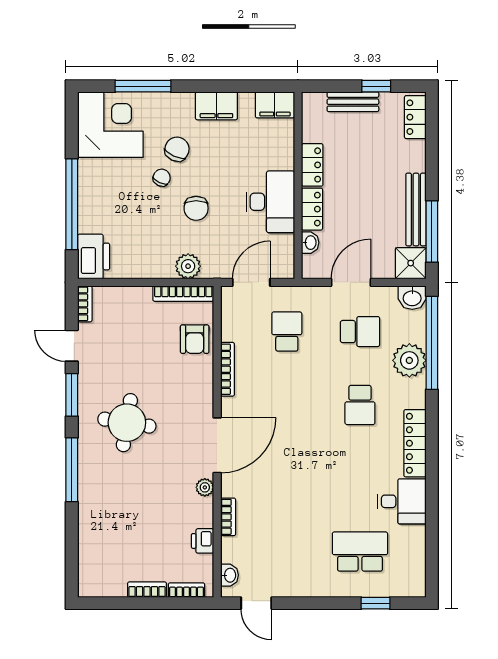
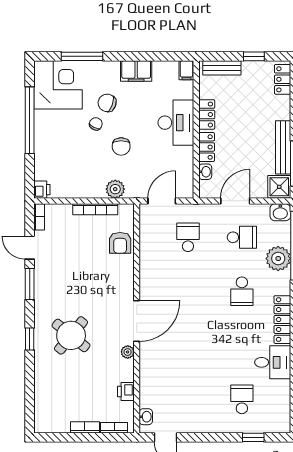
bench: (353, 102) -> (222, 68), moved
filing cabinet: (275, 105) -> (186, 70), width x0.50
chair: (177, 149) -> (107, 103), turned -95
desk: (270, 202) -> (176, 123), moved
window: (72, 204) -> (30, 120), moved
printer: (94, 257) -> (42, 190), width x0.53, depth x0.68
bookcase: (183, 294) -> (95, 209), moved
bookcase: (228, 369) -> (144, 265), removed
round table: (127, 423) -> (71, 335), moved, turned 30
window: (72, 470) -> (30, 339), width x0.46
bookcase: (228, 517) -> (145, 374), removed
school desk: (360, 552) -> (242, 399), width x0.54

